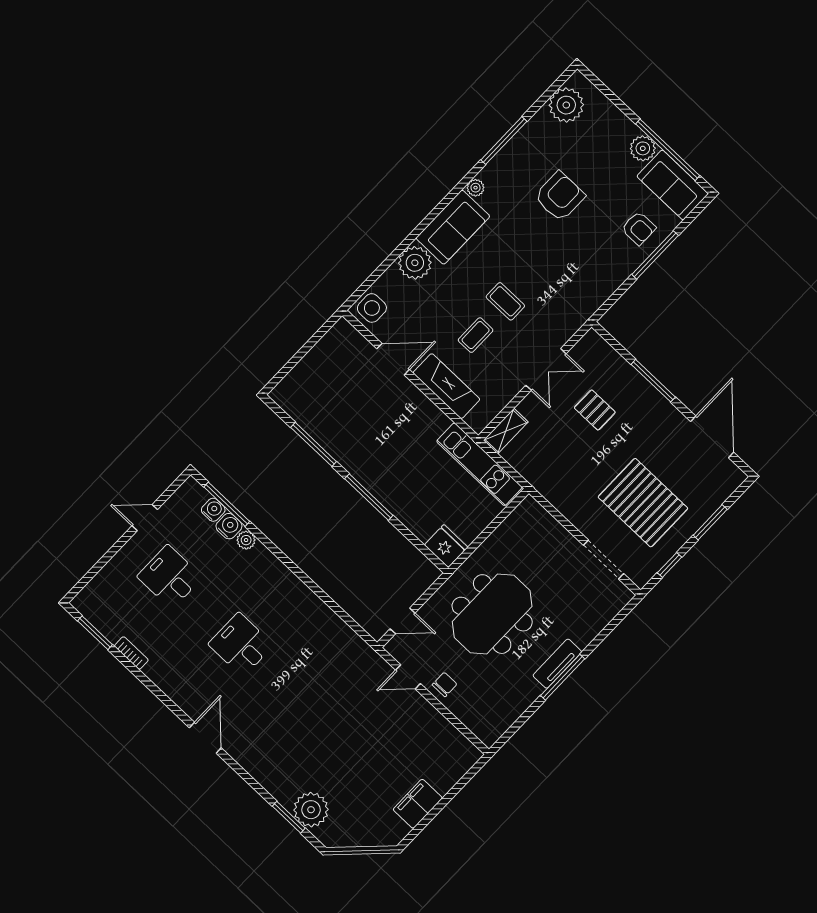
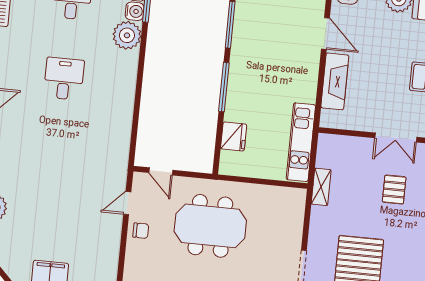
coffee table: (476, 335) -> (383, 75), removed
shelving: (506, 431) -> (321, 187), moved, turned 90
plant: (246, 540) -> (127, 35), width x1.88, depth x1.88
fridge: (446, 546) -> (234, 136), moved
door: (408, 677) -> (127, 203), hinge flipped

